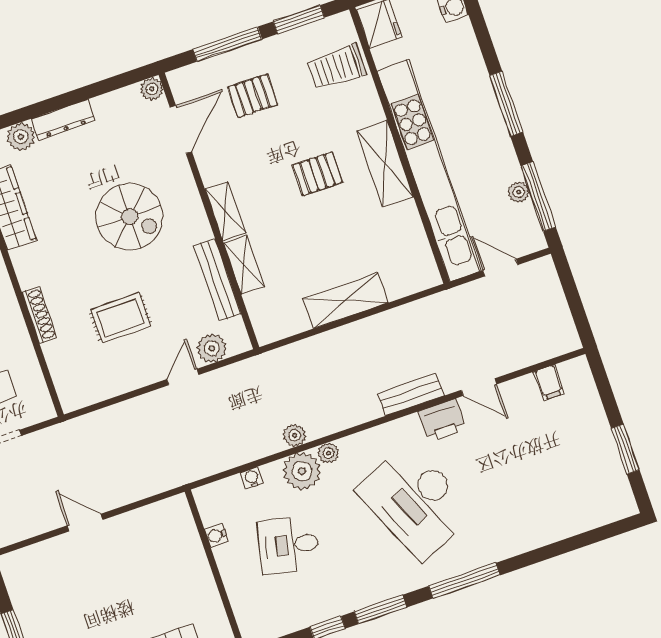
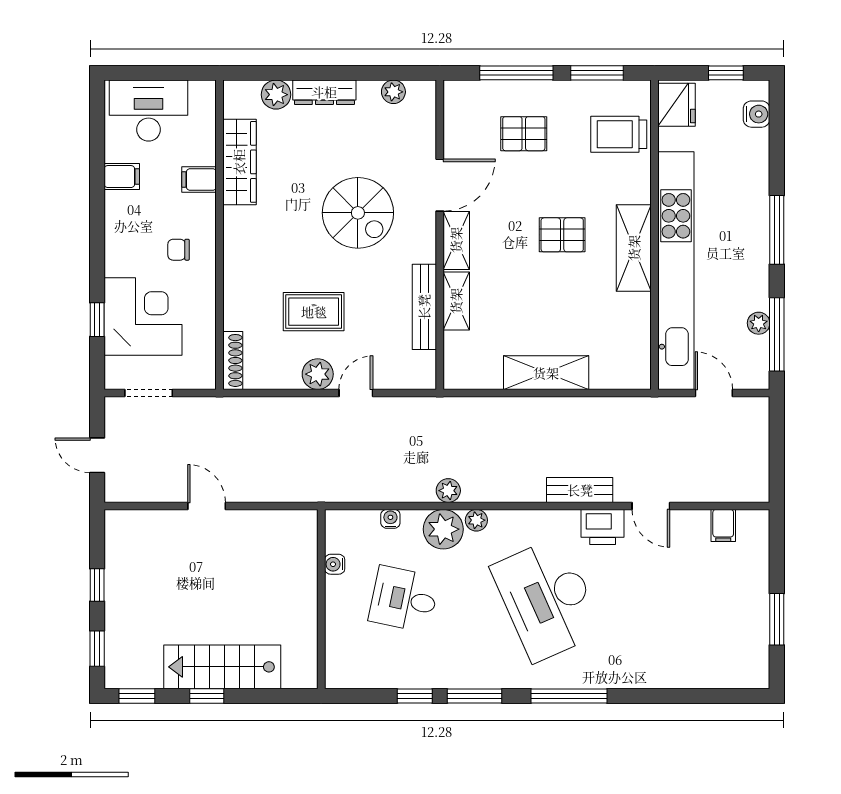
plant: (152, 89) -> (393, 92), moved
door: (181, 129) -> (440, 185), moved
shoe rack: (39, 315) -> (233, 360), moved
plant: (212, 348) -> (318, 374), moved

